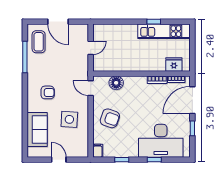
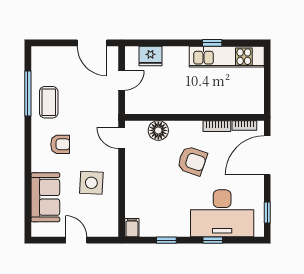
door: (58, 22) -> (92, 43), moved
coffee table: (39, 42) -> (49, 102), moved
fridge: (174, 64) -> (150, 56), moved, turned 180
armchair: (110, 118) -> (192, 161), moved
window: (192, 128) -> (267, 212), moved

